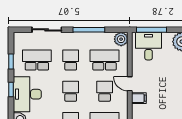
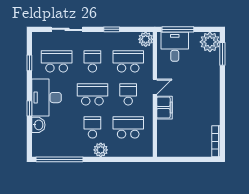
window: (89, 30) -> (112, 29), width x0.46
door: (130, 84) -> (155, 87), swing flipped
window: (11, 90) -> (29, 108), moved
school desk: (71, 91) -> (92, 94), width x1.85
filing cabinet: (139, 98) -> (164, 108), width x2.00

